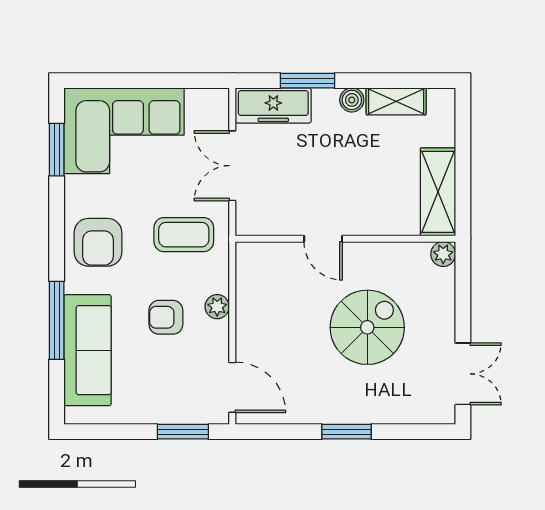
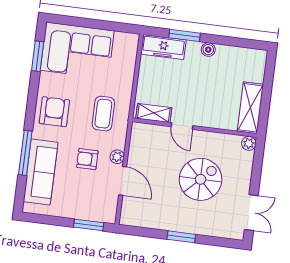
shelving: (396, 101) -> (154, 113), moved
double door: (232, 166) -> (136, 78), removed
coffee table: (184, 235) -> (103, 114), turned 90
armchair: (98, 242) -> (54, 112), turned 180
door: (232, 387) -> (123, 181), moved

